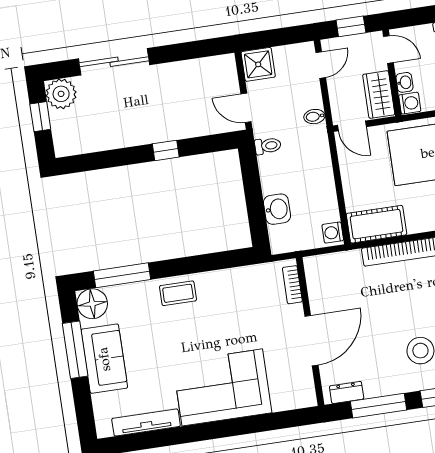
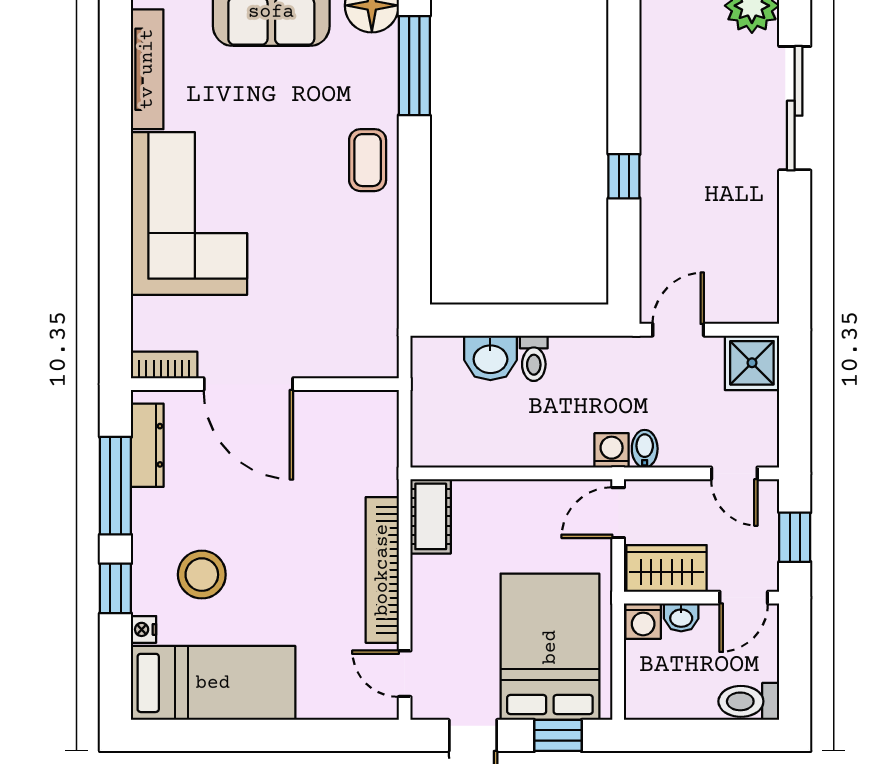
toilet: (268, 146) -> (534, 358), moved
cot: (376, 224) -> (431, 516), width x0.73, depth x0.75
washing machine: (333, 233) -> (612, 450), moved
bookcase: (292, 285) -> (164, 365), moved
dresser: (347, 392) -> (147, 445), width x1.44

